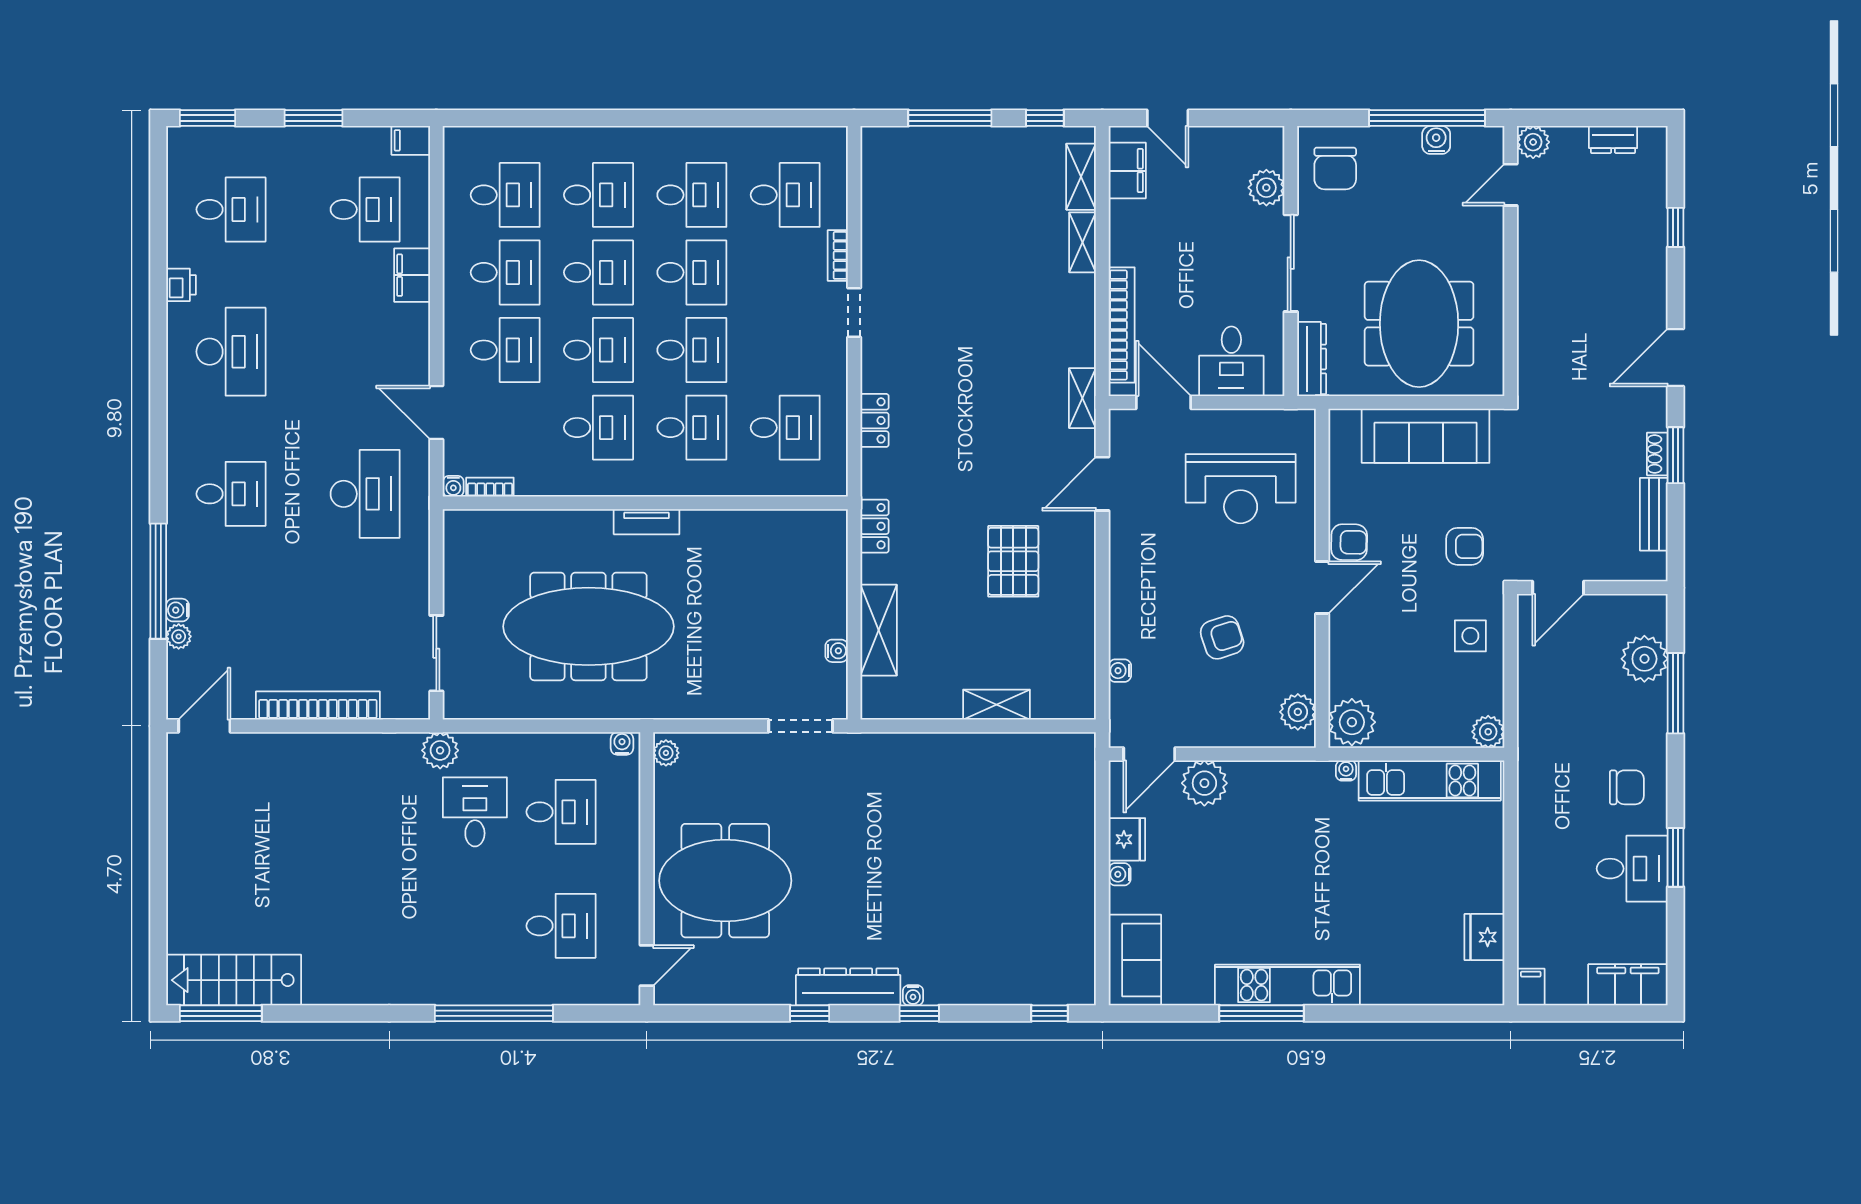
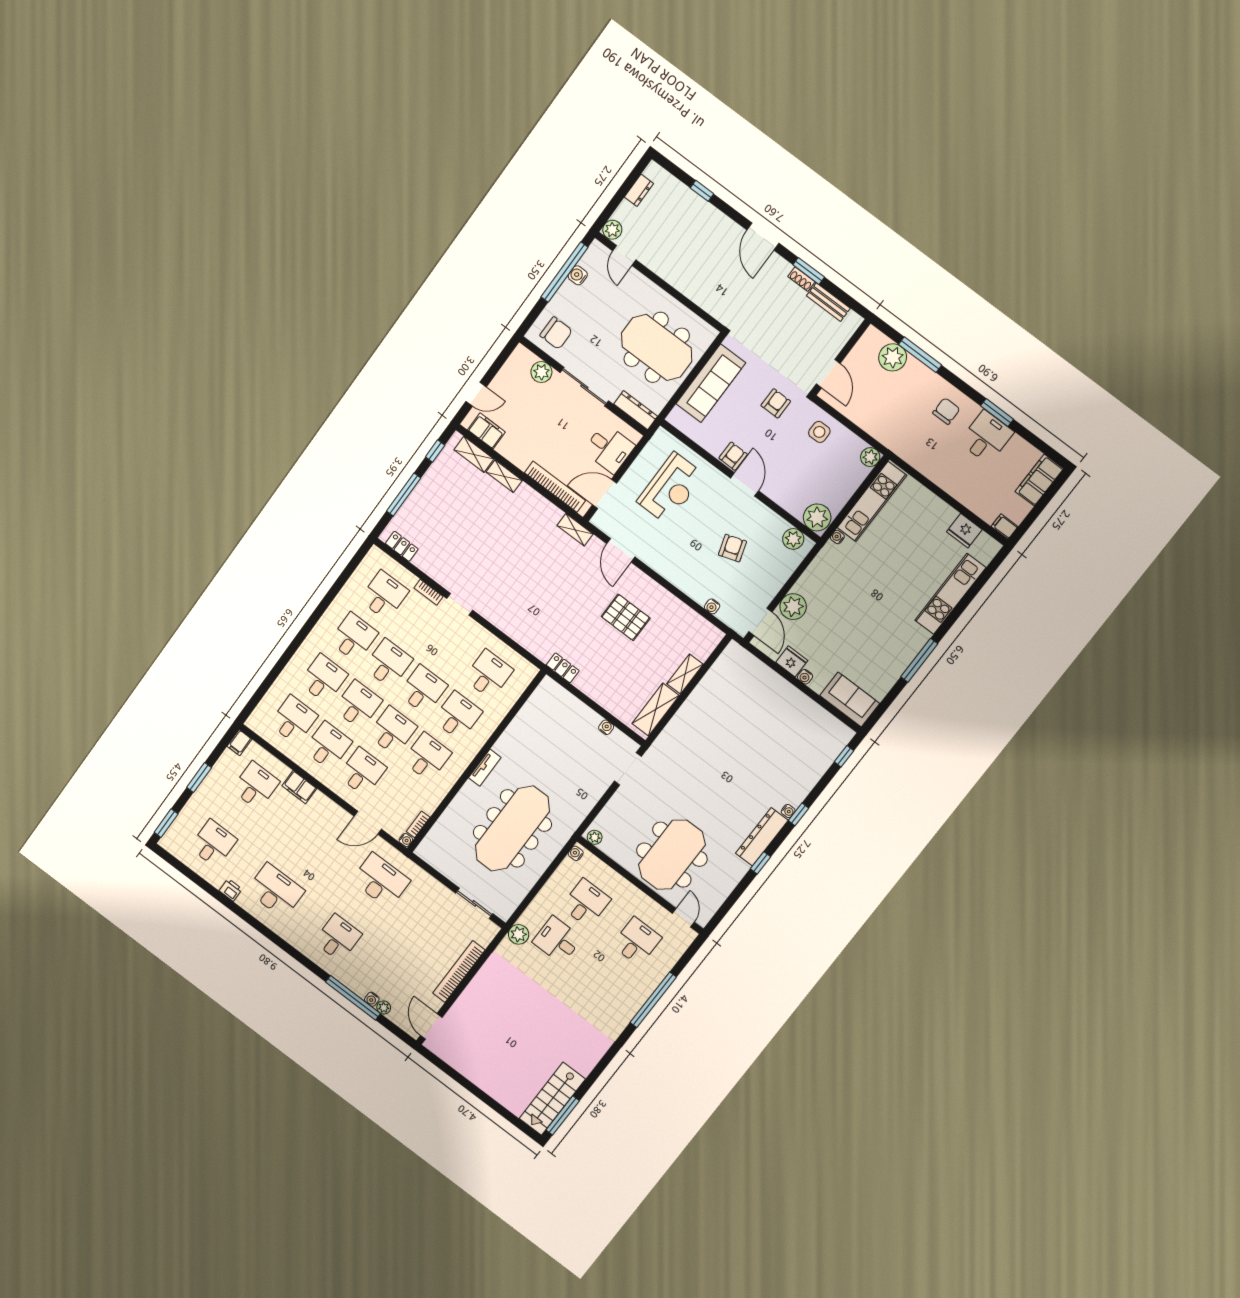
locker: (875, 420) -> (402, 546), moved
shelving: (879, 630) -> (656, 710), moved, turned 90
kitchen unit: (1287, 985) -> (950, 594), moved

